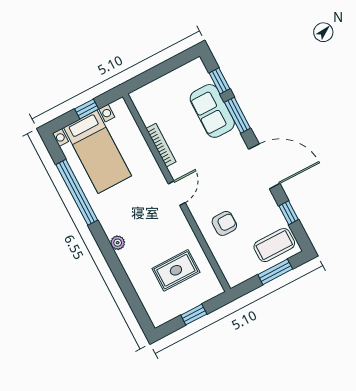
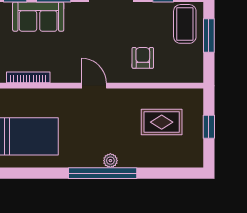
bookcase: (161, 145) -> (28, 77), moved
window: (77, 192) -> (103, 173), moved
rug: (176, 270) -> (162, 122), turned 90

